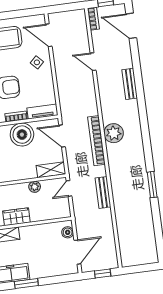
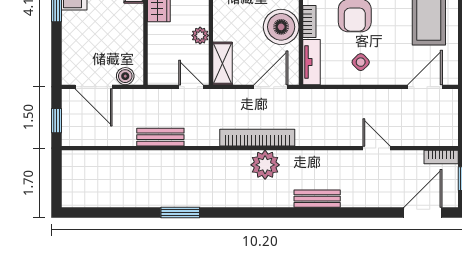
side table: (37, 62) -> (361, 62), moved
door: (93, 62) -> (377, 148), hinge flipped
bench: (130, 84) -> (317, 199), moved
bench: (103, 192) -> (160, 137), moved

